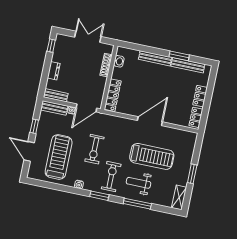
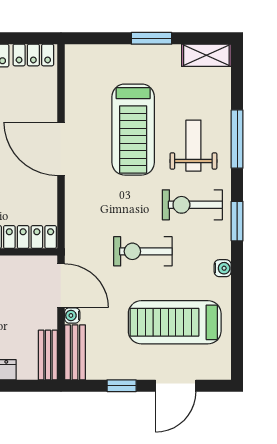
exercise bike: (94, 149) -> (143, 251), turned 180
treadmill: (152, 156) -> (133, 130), turned 180
weight bench: (139, 183) -> (193, 146), turned 180

